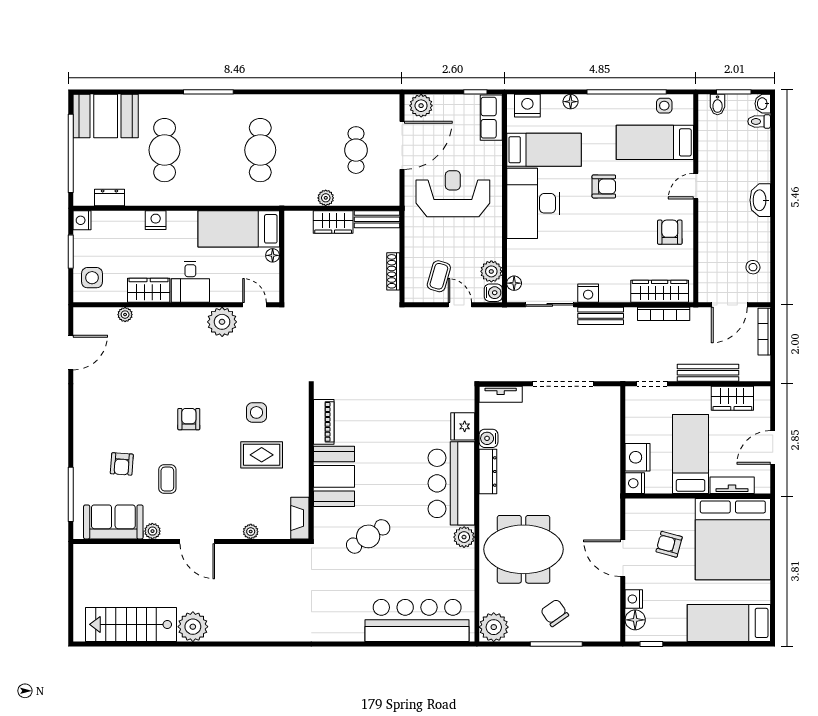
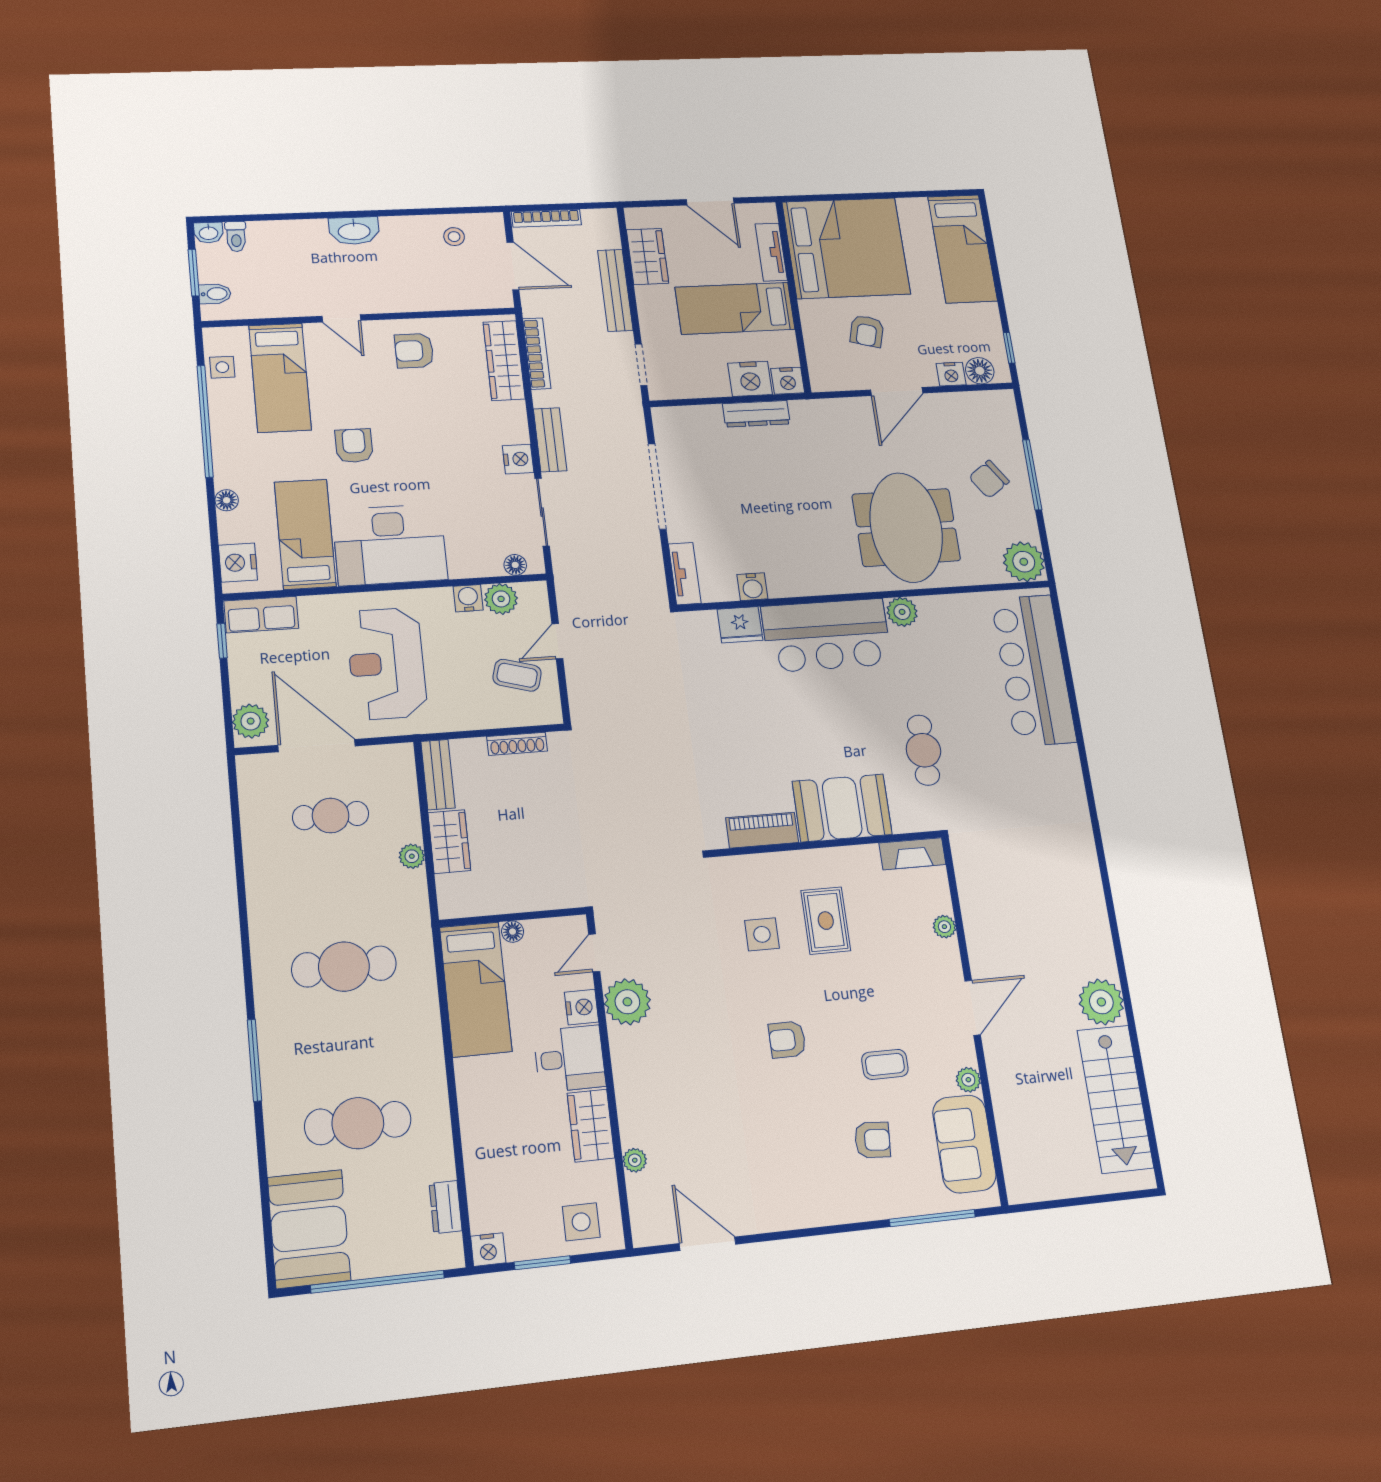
nightstand: (156, 220) -> (582, 1007), moved, turned 180
water cooler: (493, 293) -> (468, 598), moved
dresser: (488, 472) -> (756, 414), moved, turned 180
cafe table: (368, 536) -> (923, 750), turned 33

